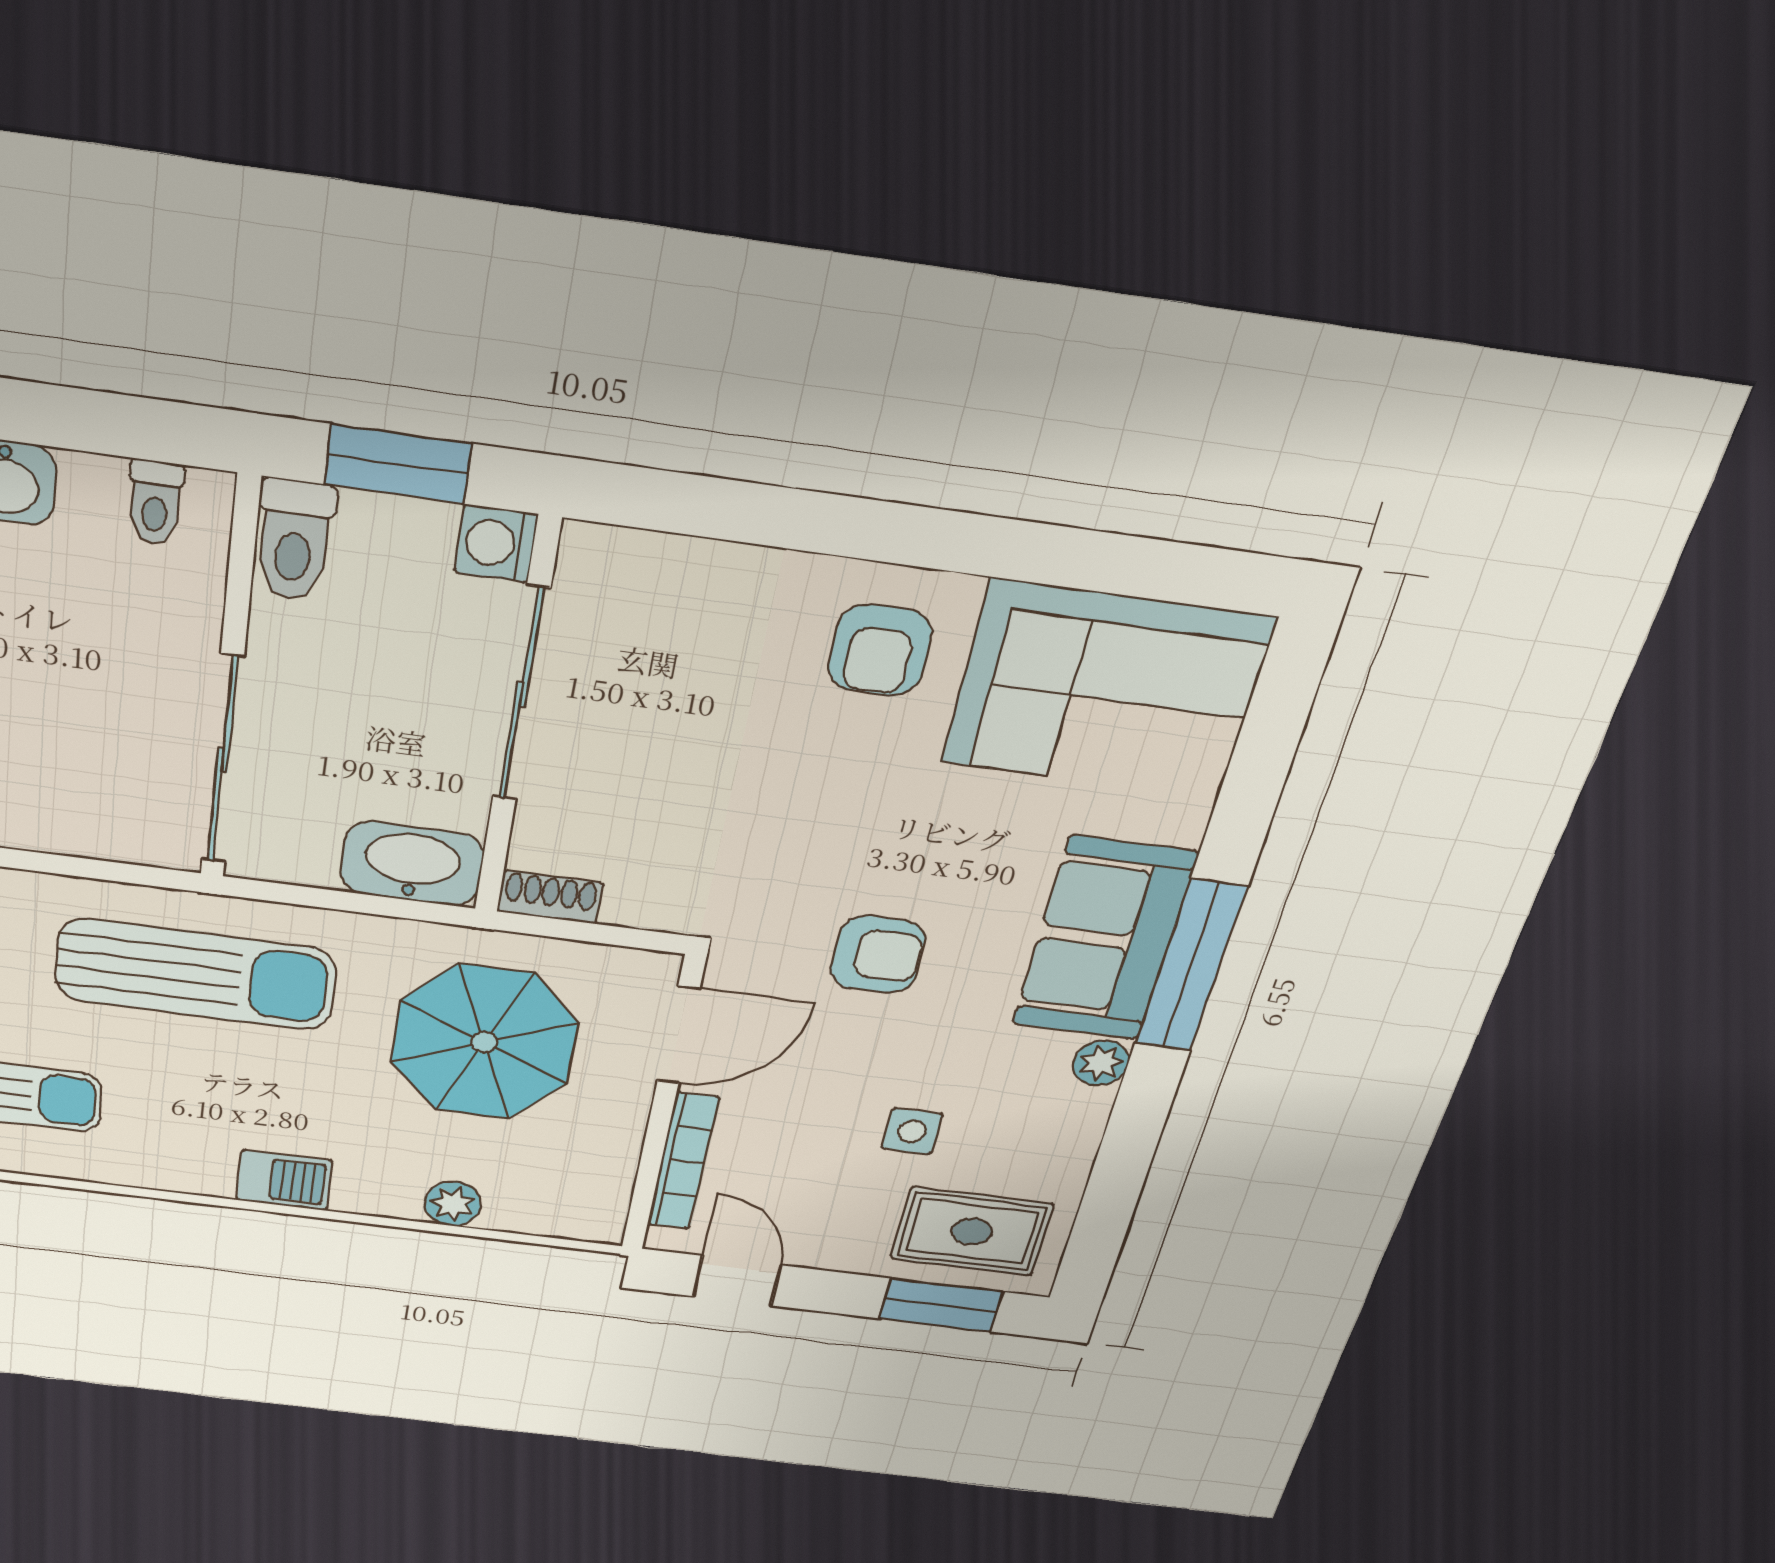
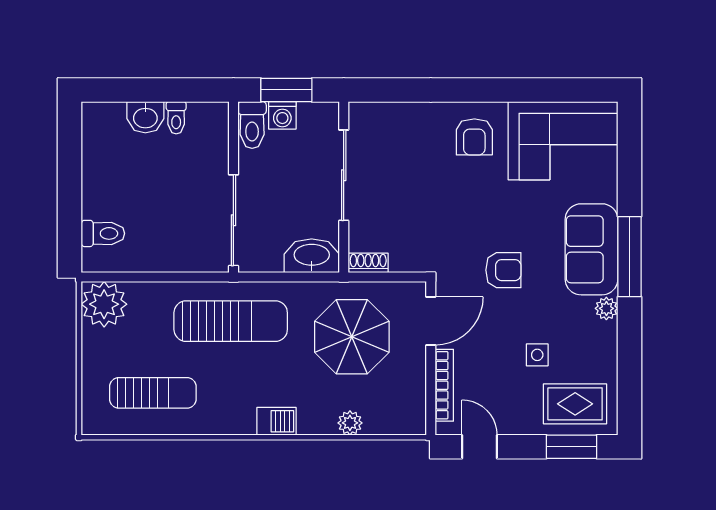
toilet: (155, 503) -> (176, 118), moved
washing machine: (496, 543) -> (282, 115), moved, turned -90

